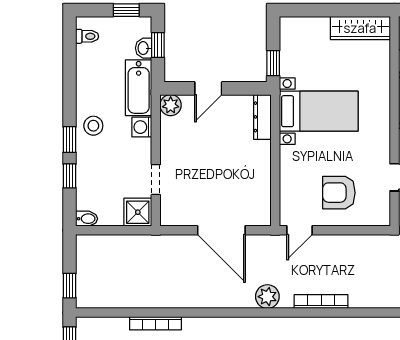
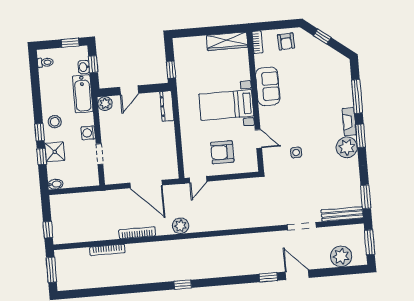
bed with nightstands: (319, 111) -> (226, 105), moved, turned 180
washing machine: (142, 127) -> (88, 133), moved
shower: (138, 212) -> (55, 152), moved
bookcase: (321, 302) -> (137, 233), moved

